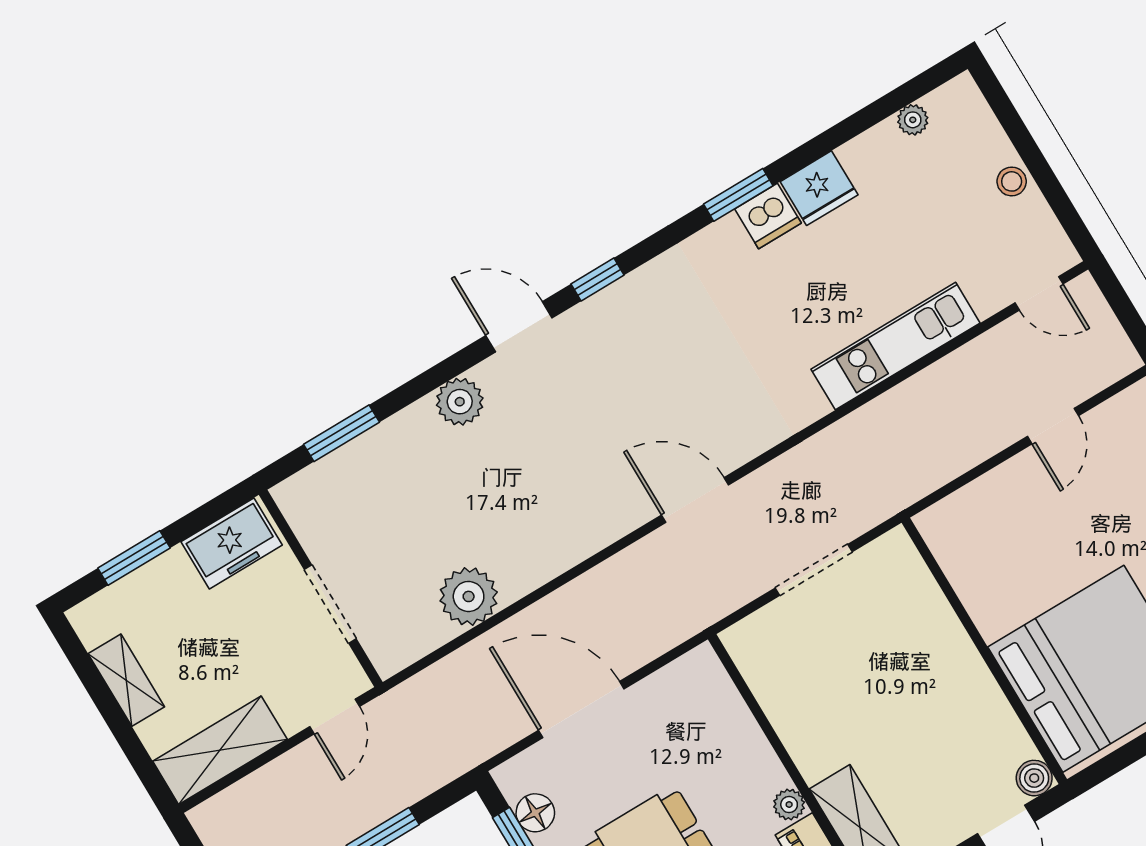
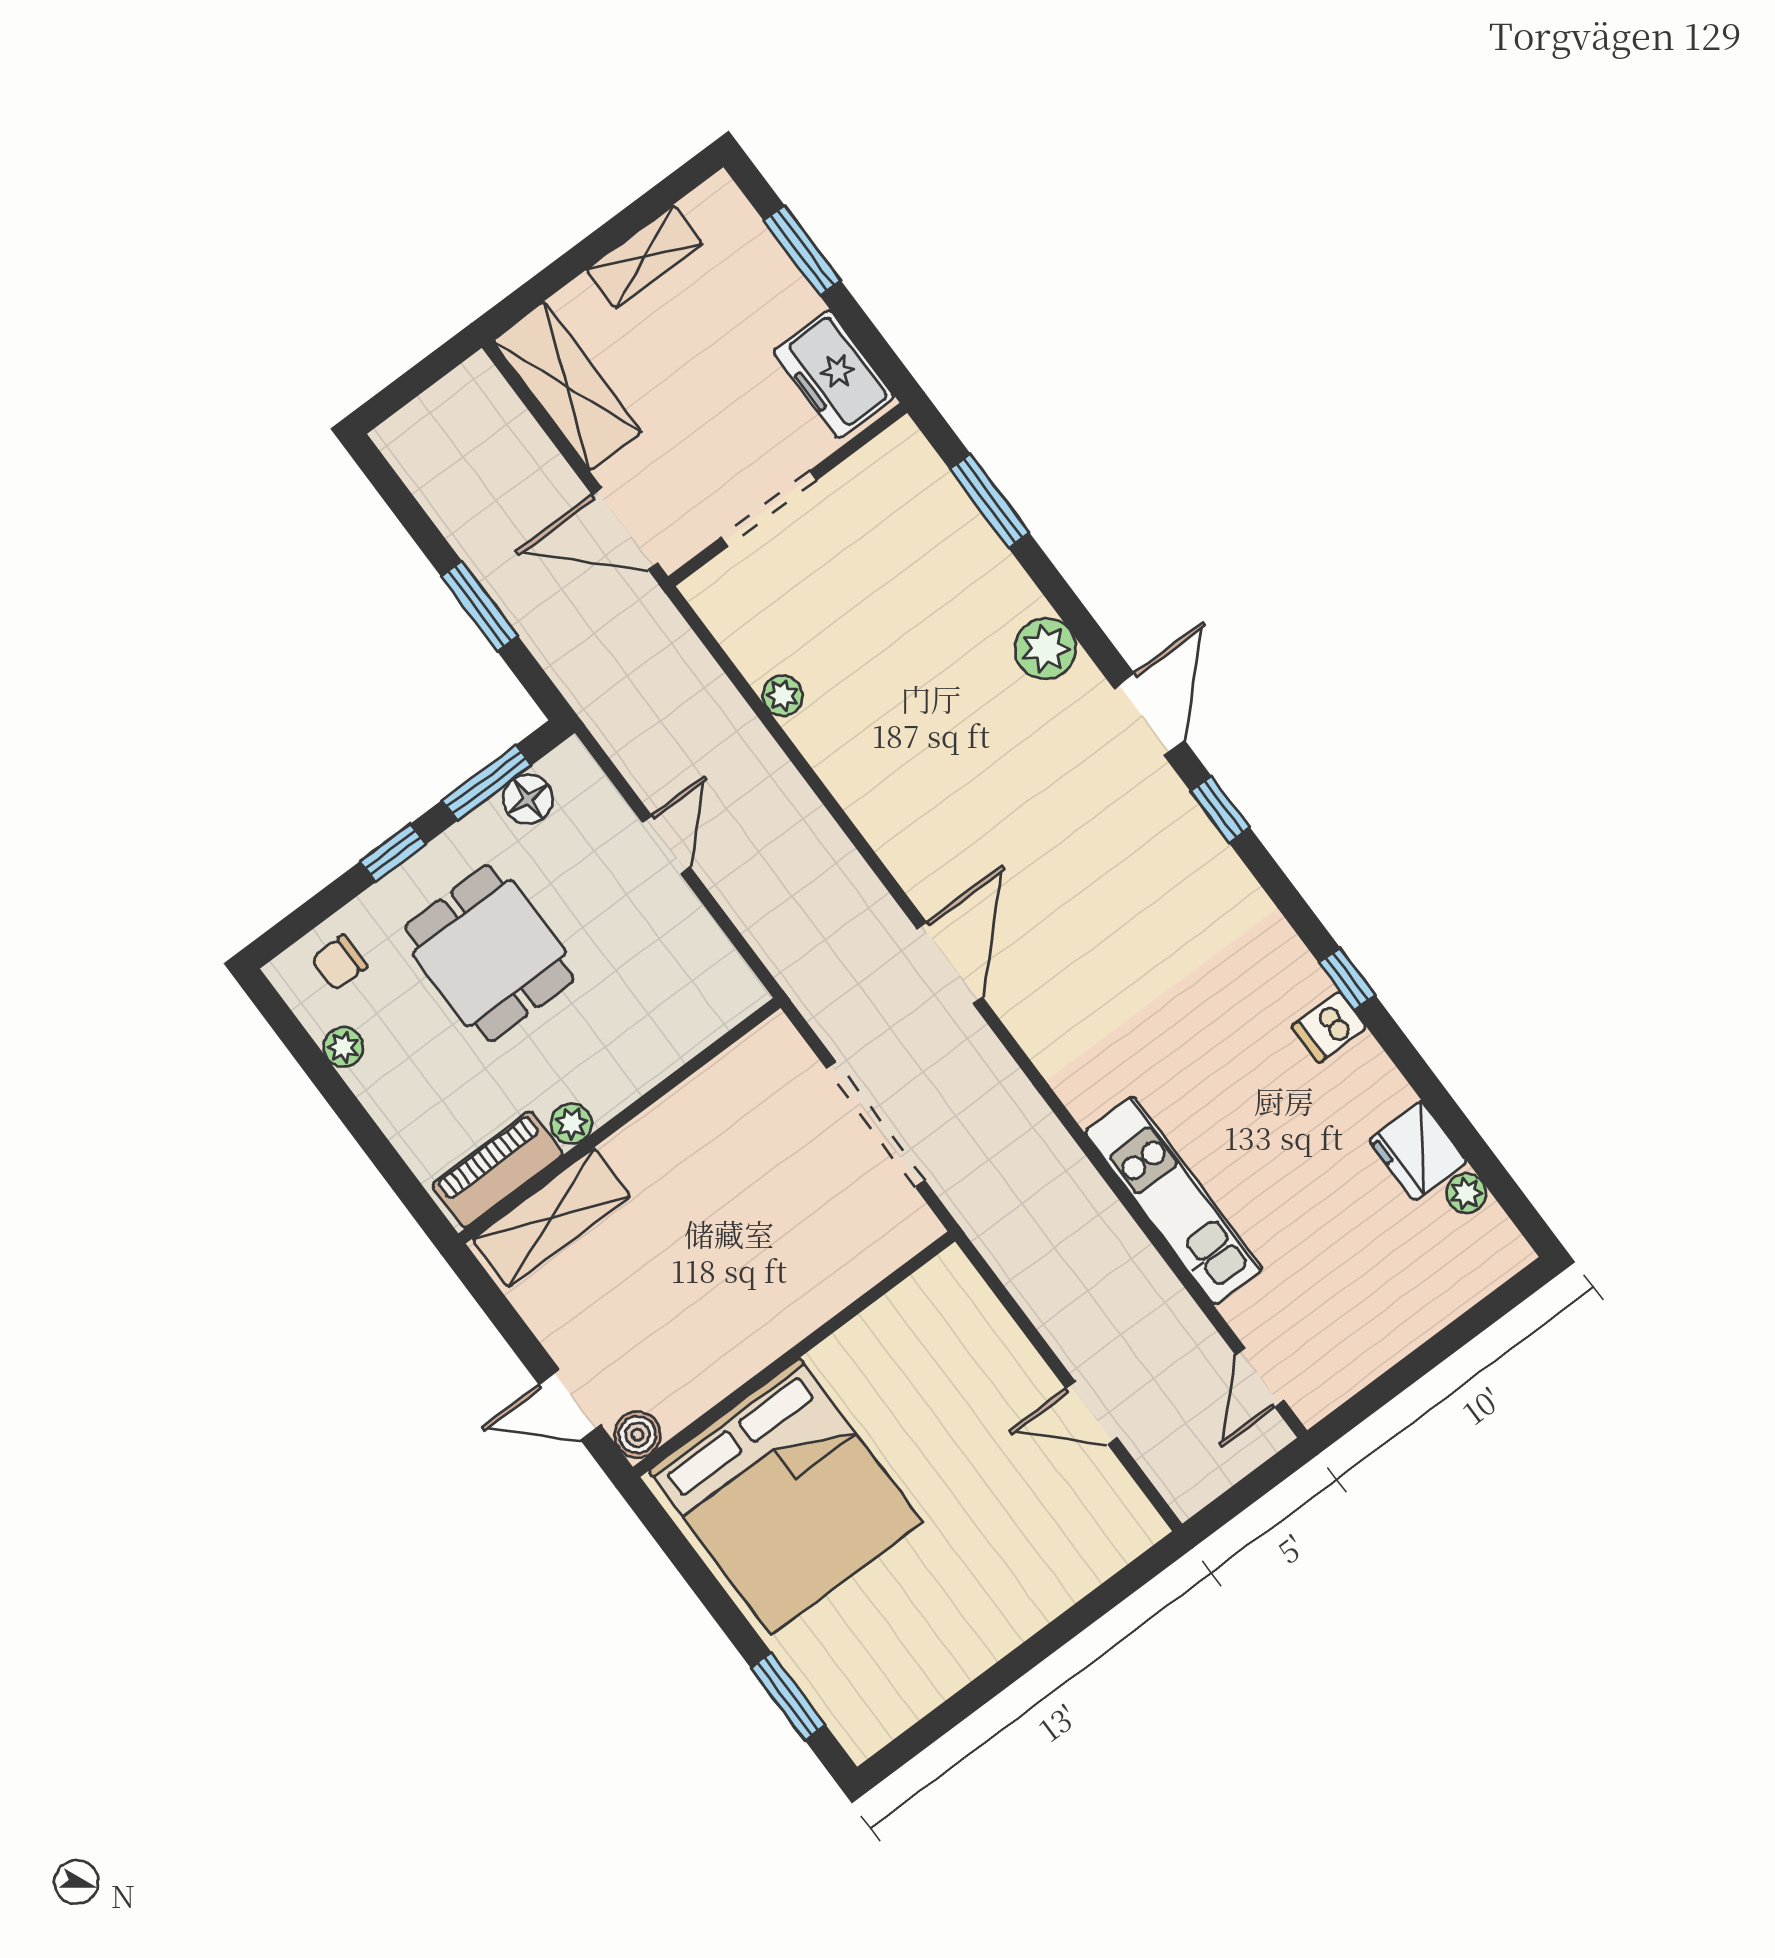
stool: (1012, 181) -> (1400, 1328), removed
fridge: (819, 188) -> (1418, 1151), moved
window: (738, 195) -> (1347, 979), width x0.67
dishwasher: (768, 216) -> (1329, 1027), width x0.73
doorway: (814, 570) -> (876, 1125), width x1.36
plant: (469, 596) -> (783, 696), width x0.53, depth x0.53
door: (581, 710) -> (666, 845), width x0.53
door: (335, 717) -> (625, 529), width x1.38

